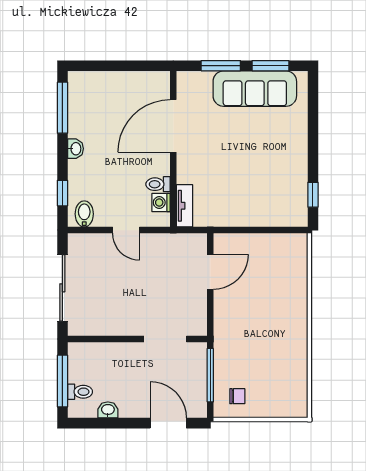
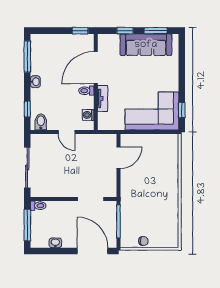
window: (148, 66) -> (80, 31), added
window: (221, 66) -> (125, 31), width x0.67
toilet: (158, 184) -> (86, 91), moved
corner sofa: (265, 196) -> (152, 111), added
tv unit: (184, 206) -> (103, 98), moved
toilet: (80, 392) -> (38, 206), moved
chair: (237, 396) -> (143, 241), moved
door: (168, 423) -> (93, 251), width x1.36

